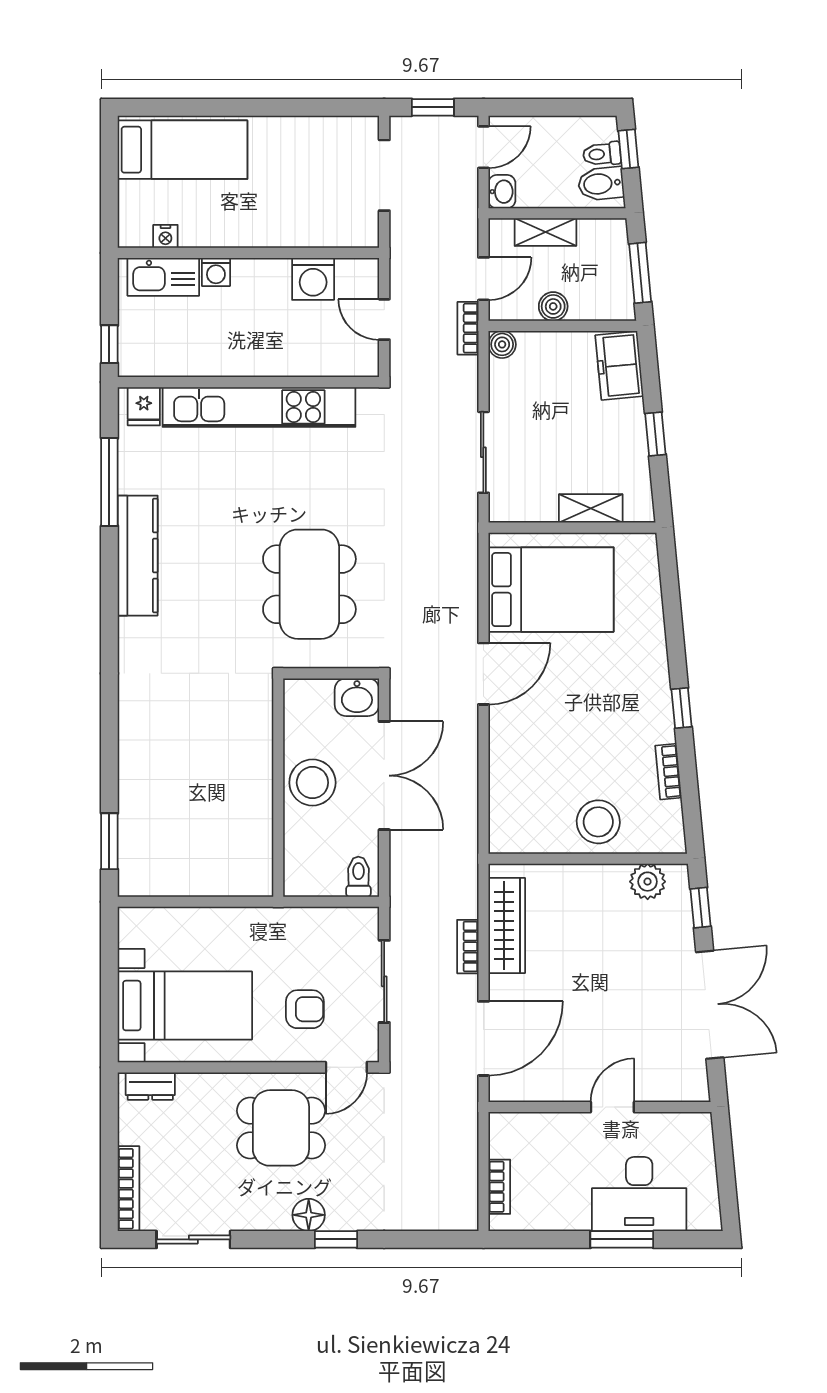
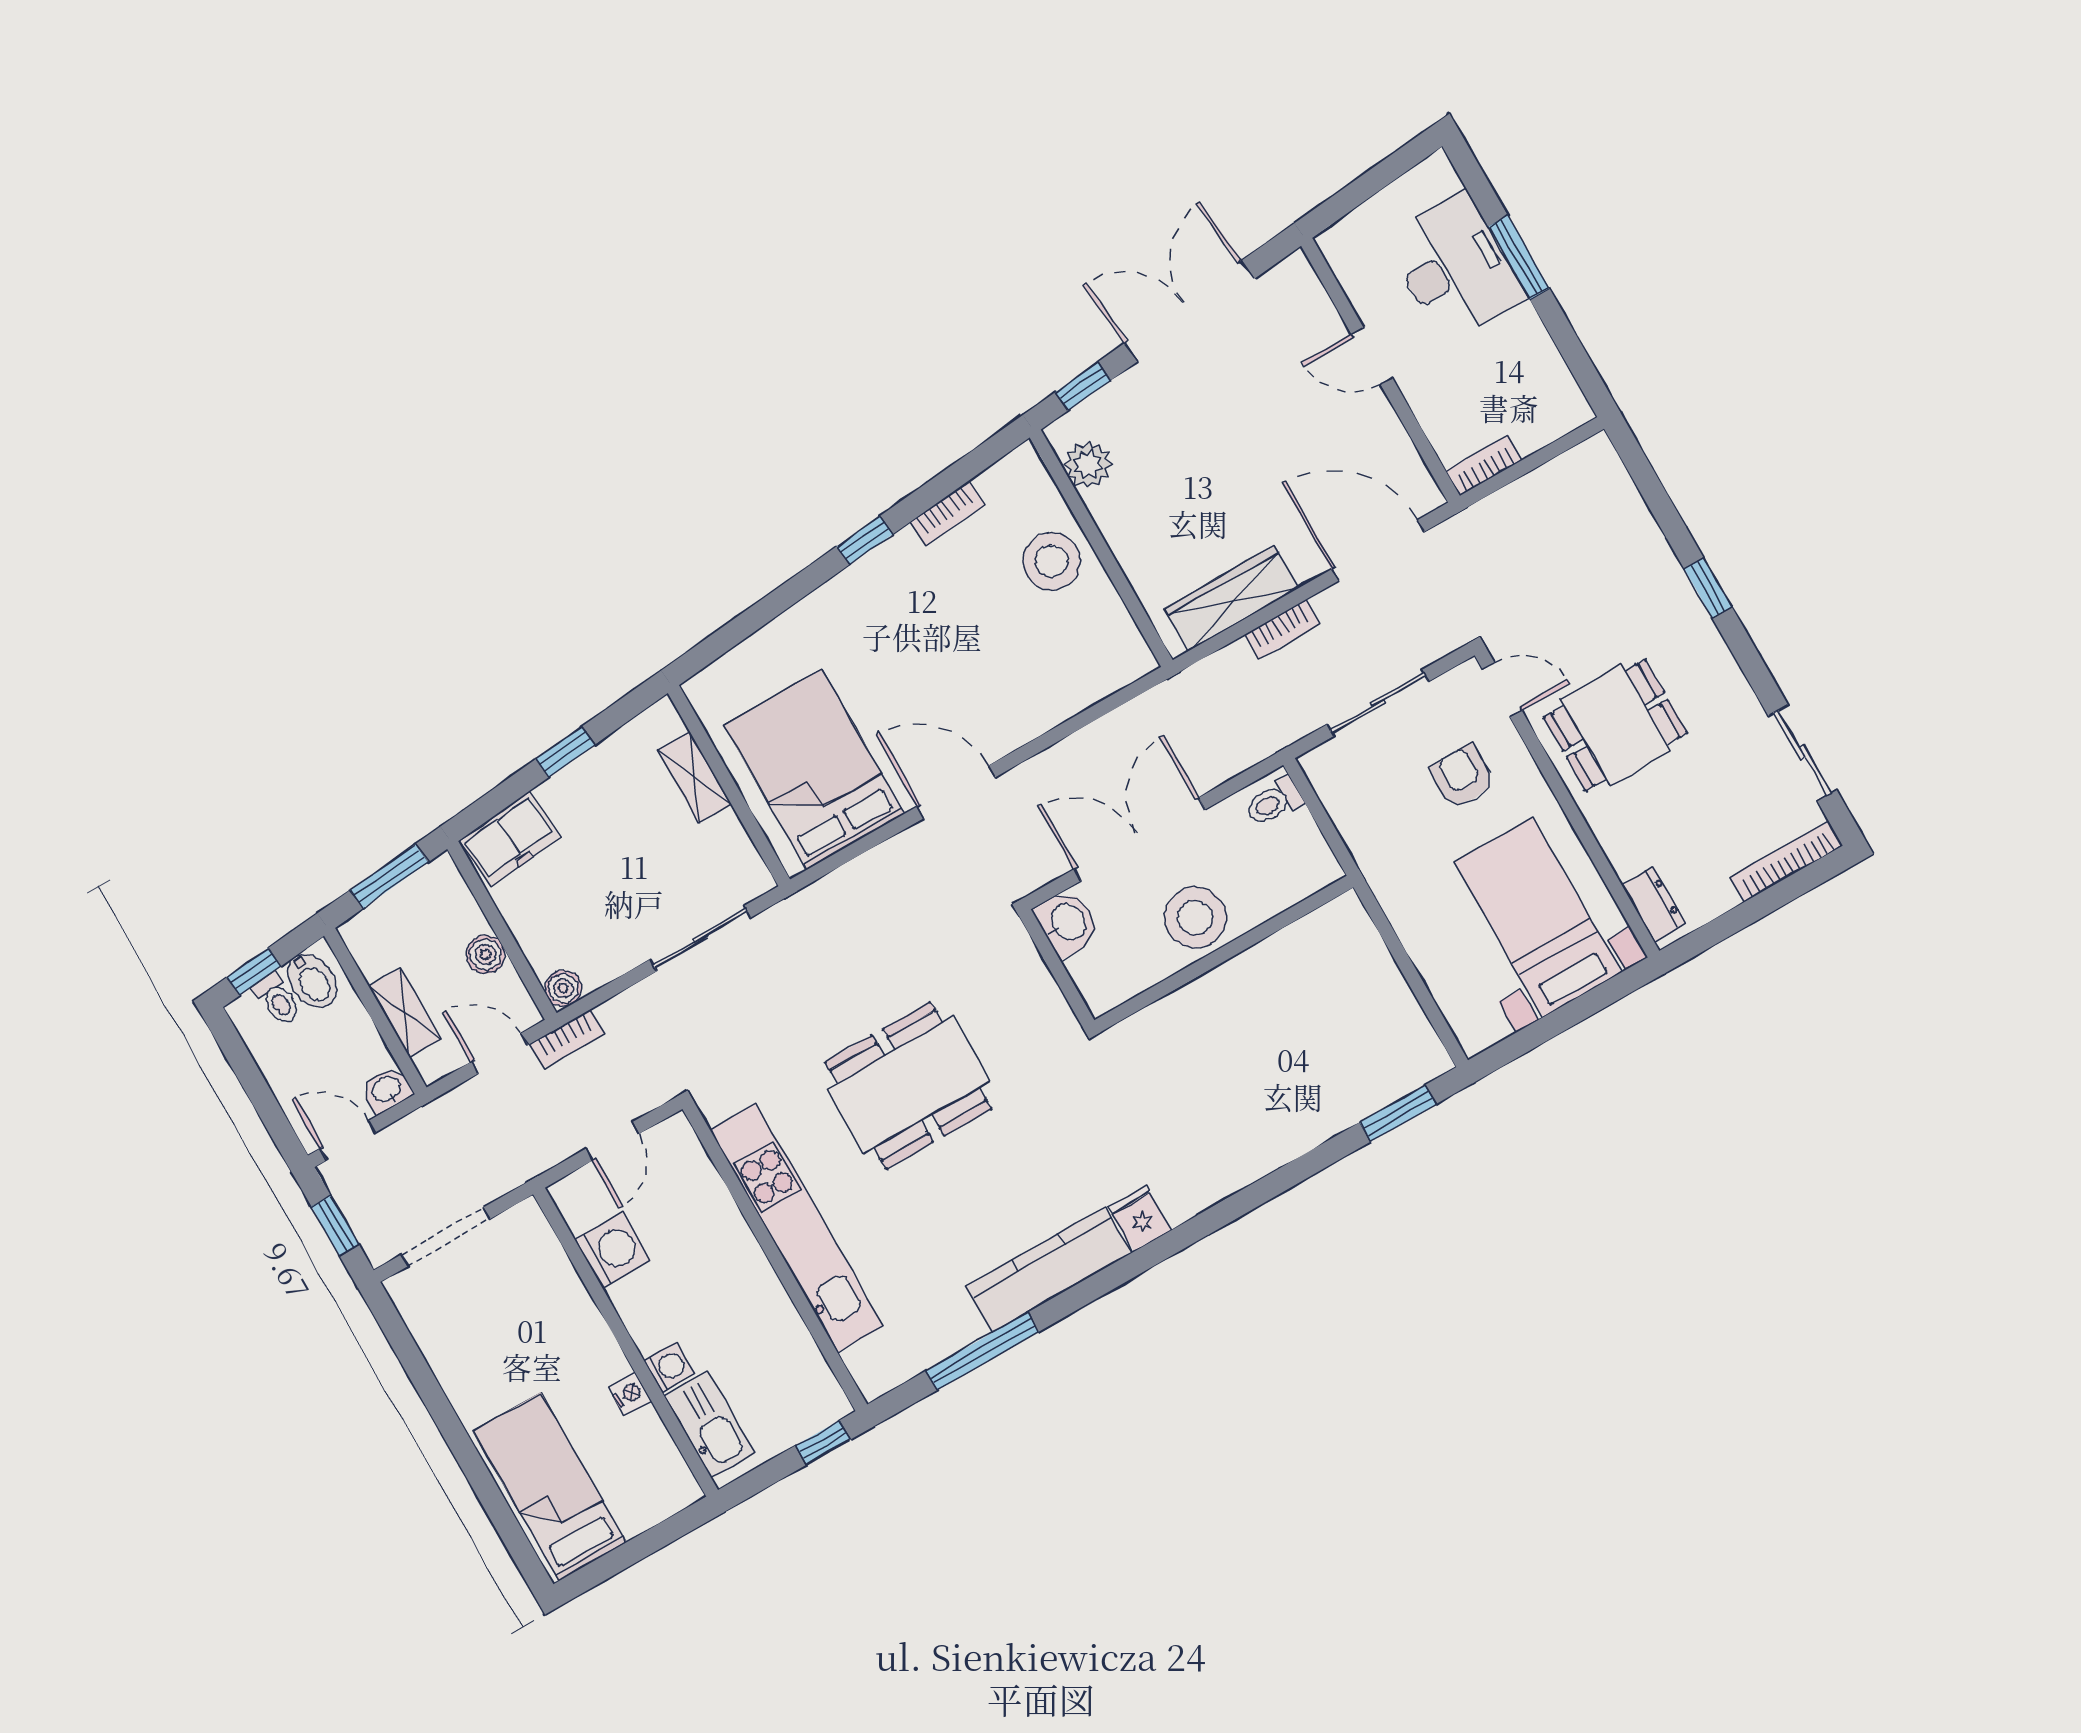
nightstand: (165, 236) -> (630, 1394), moved
fridge: (144, 406) -> (1140, 1219), moved, turned -90
dining table: (309, 584) -> (908, 1085), moved
dining table: (281, 1128) -> (1616, 725), turned 90
bookcase: (499, 1187) -> (1484, 465), moved
floor lamp: (309, 1215) -> (1698, 636), removed

